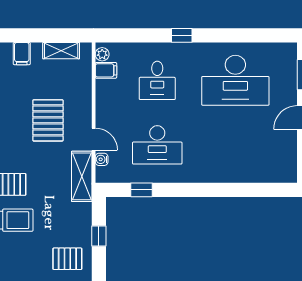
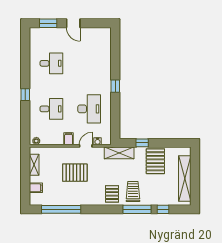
filing cabinet: (106, 70) -> (69, 139), moved
desk: (235, 80) -> (51, 63), width x0.53, depth x0.77
shelving: (82, 176) -> (119, 153), moved
window: (141, 190) -> (115, 86), moved
pallet: (67, 259) -> (155, 161), width x1.50, depth x1.42

